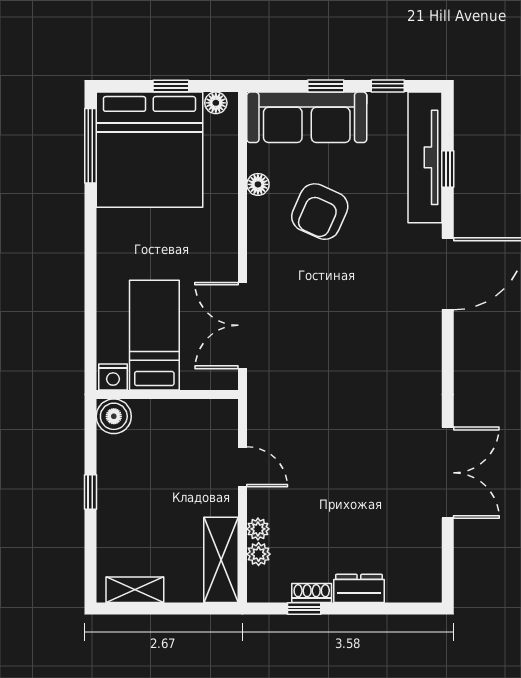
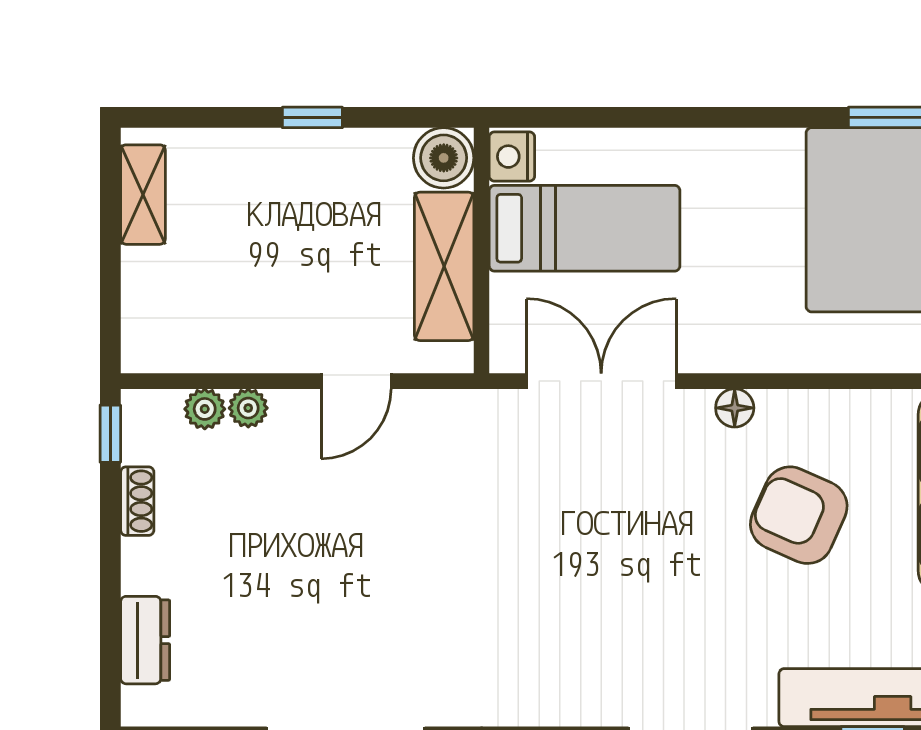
floor lamp: (258, 184) -> (735, 408), moved
shelving: (221, 560) -> (444, 266), moved, turned 90
dresser: (359, 588) -> (145, 640), moved
window: (304, 608) -> (110, 434), moved

